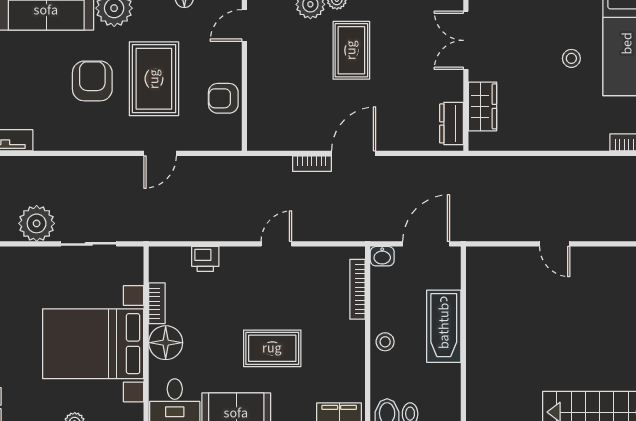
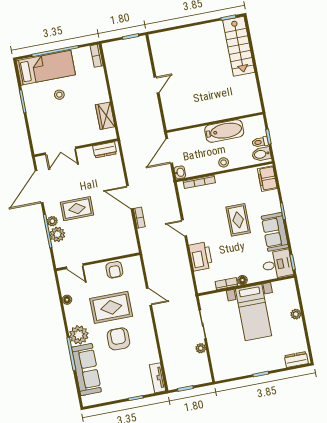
armchair: (92, 81) -> (118, 339), turned 90
wardrobe: (483, 106) -> (105, 116), moved, turned -90
plant: (37, 223) -> (201, 348), width x0.53, depth x0.53
door: (426, 244) -> (169, 151), hinge flipped
printer: (205, 259) -> (201, 256), width x1.87, depth x1.48
bathtub: (444, 326) -> (224, 131), moved
floor lamp: (166, 343) -> (242, 280), width x0.53, depth x0.53
bed with nightstands: (93, 344) -> (253, 312), width x0.73

